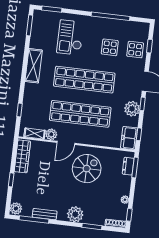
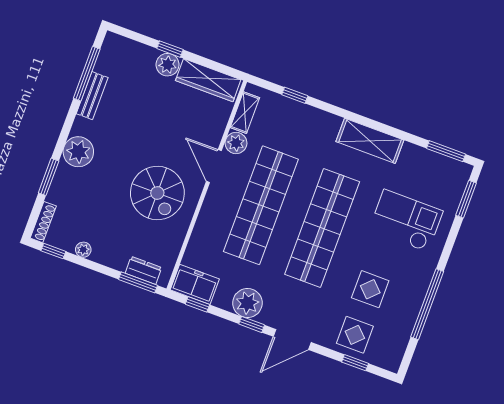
plant: (16, 208) -> (168, 65), moved

